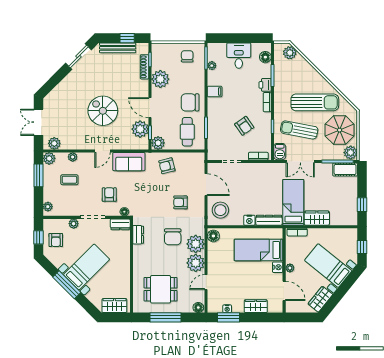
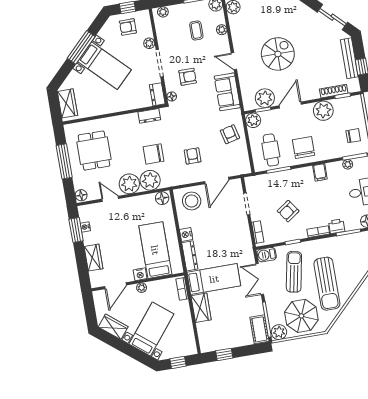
cafe table: (187, 132) -> (271, 150), turned 90

